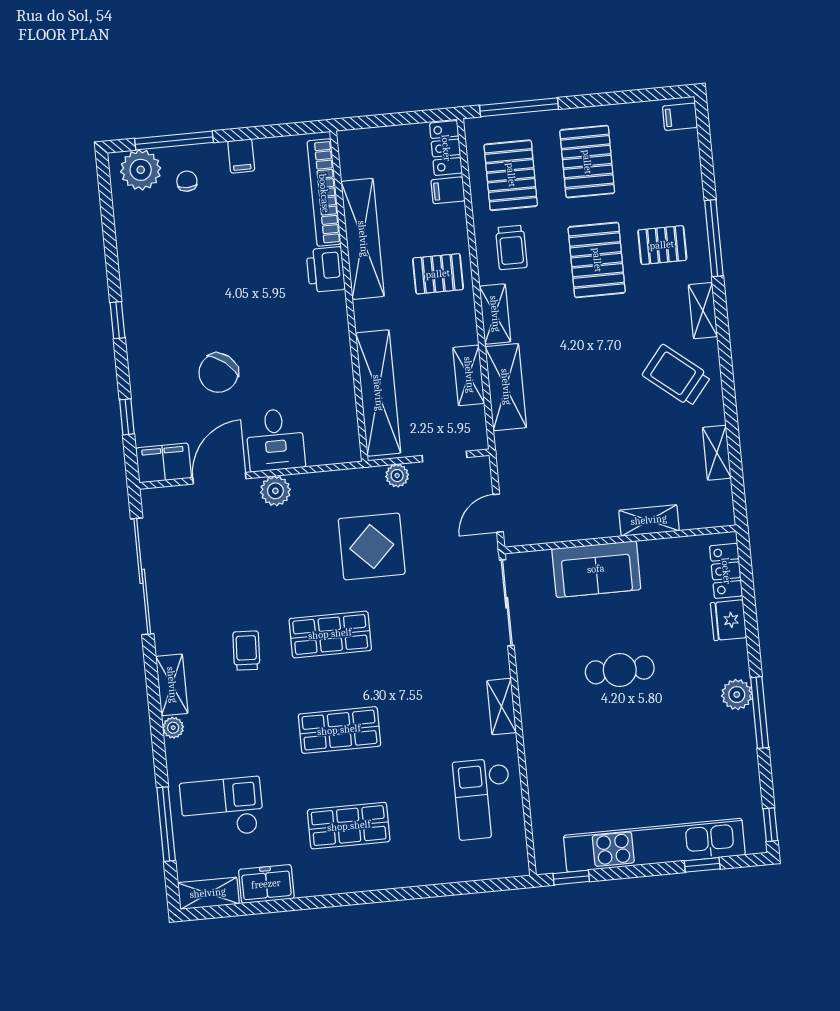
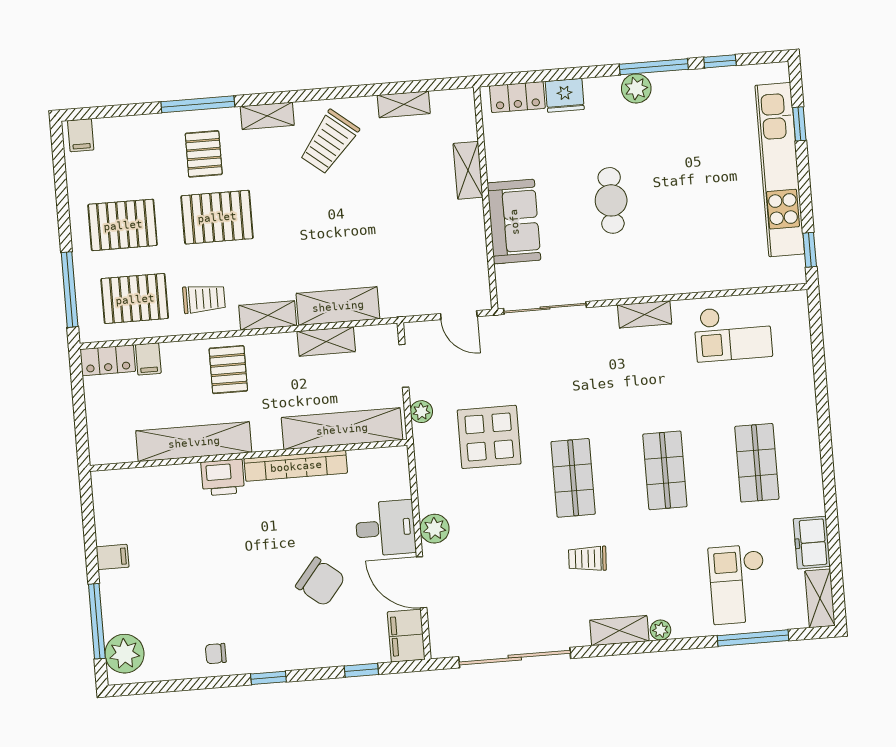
chair: (187, 181) -> (216, 654), moved
bookcase: (324, 193) -> (296, 466), moved
window: (770, 825) -> (720, 61), moved

